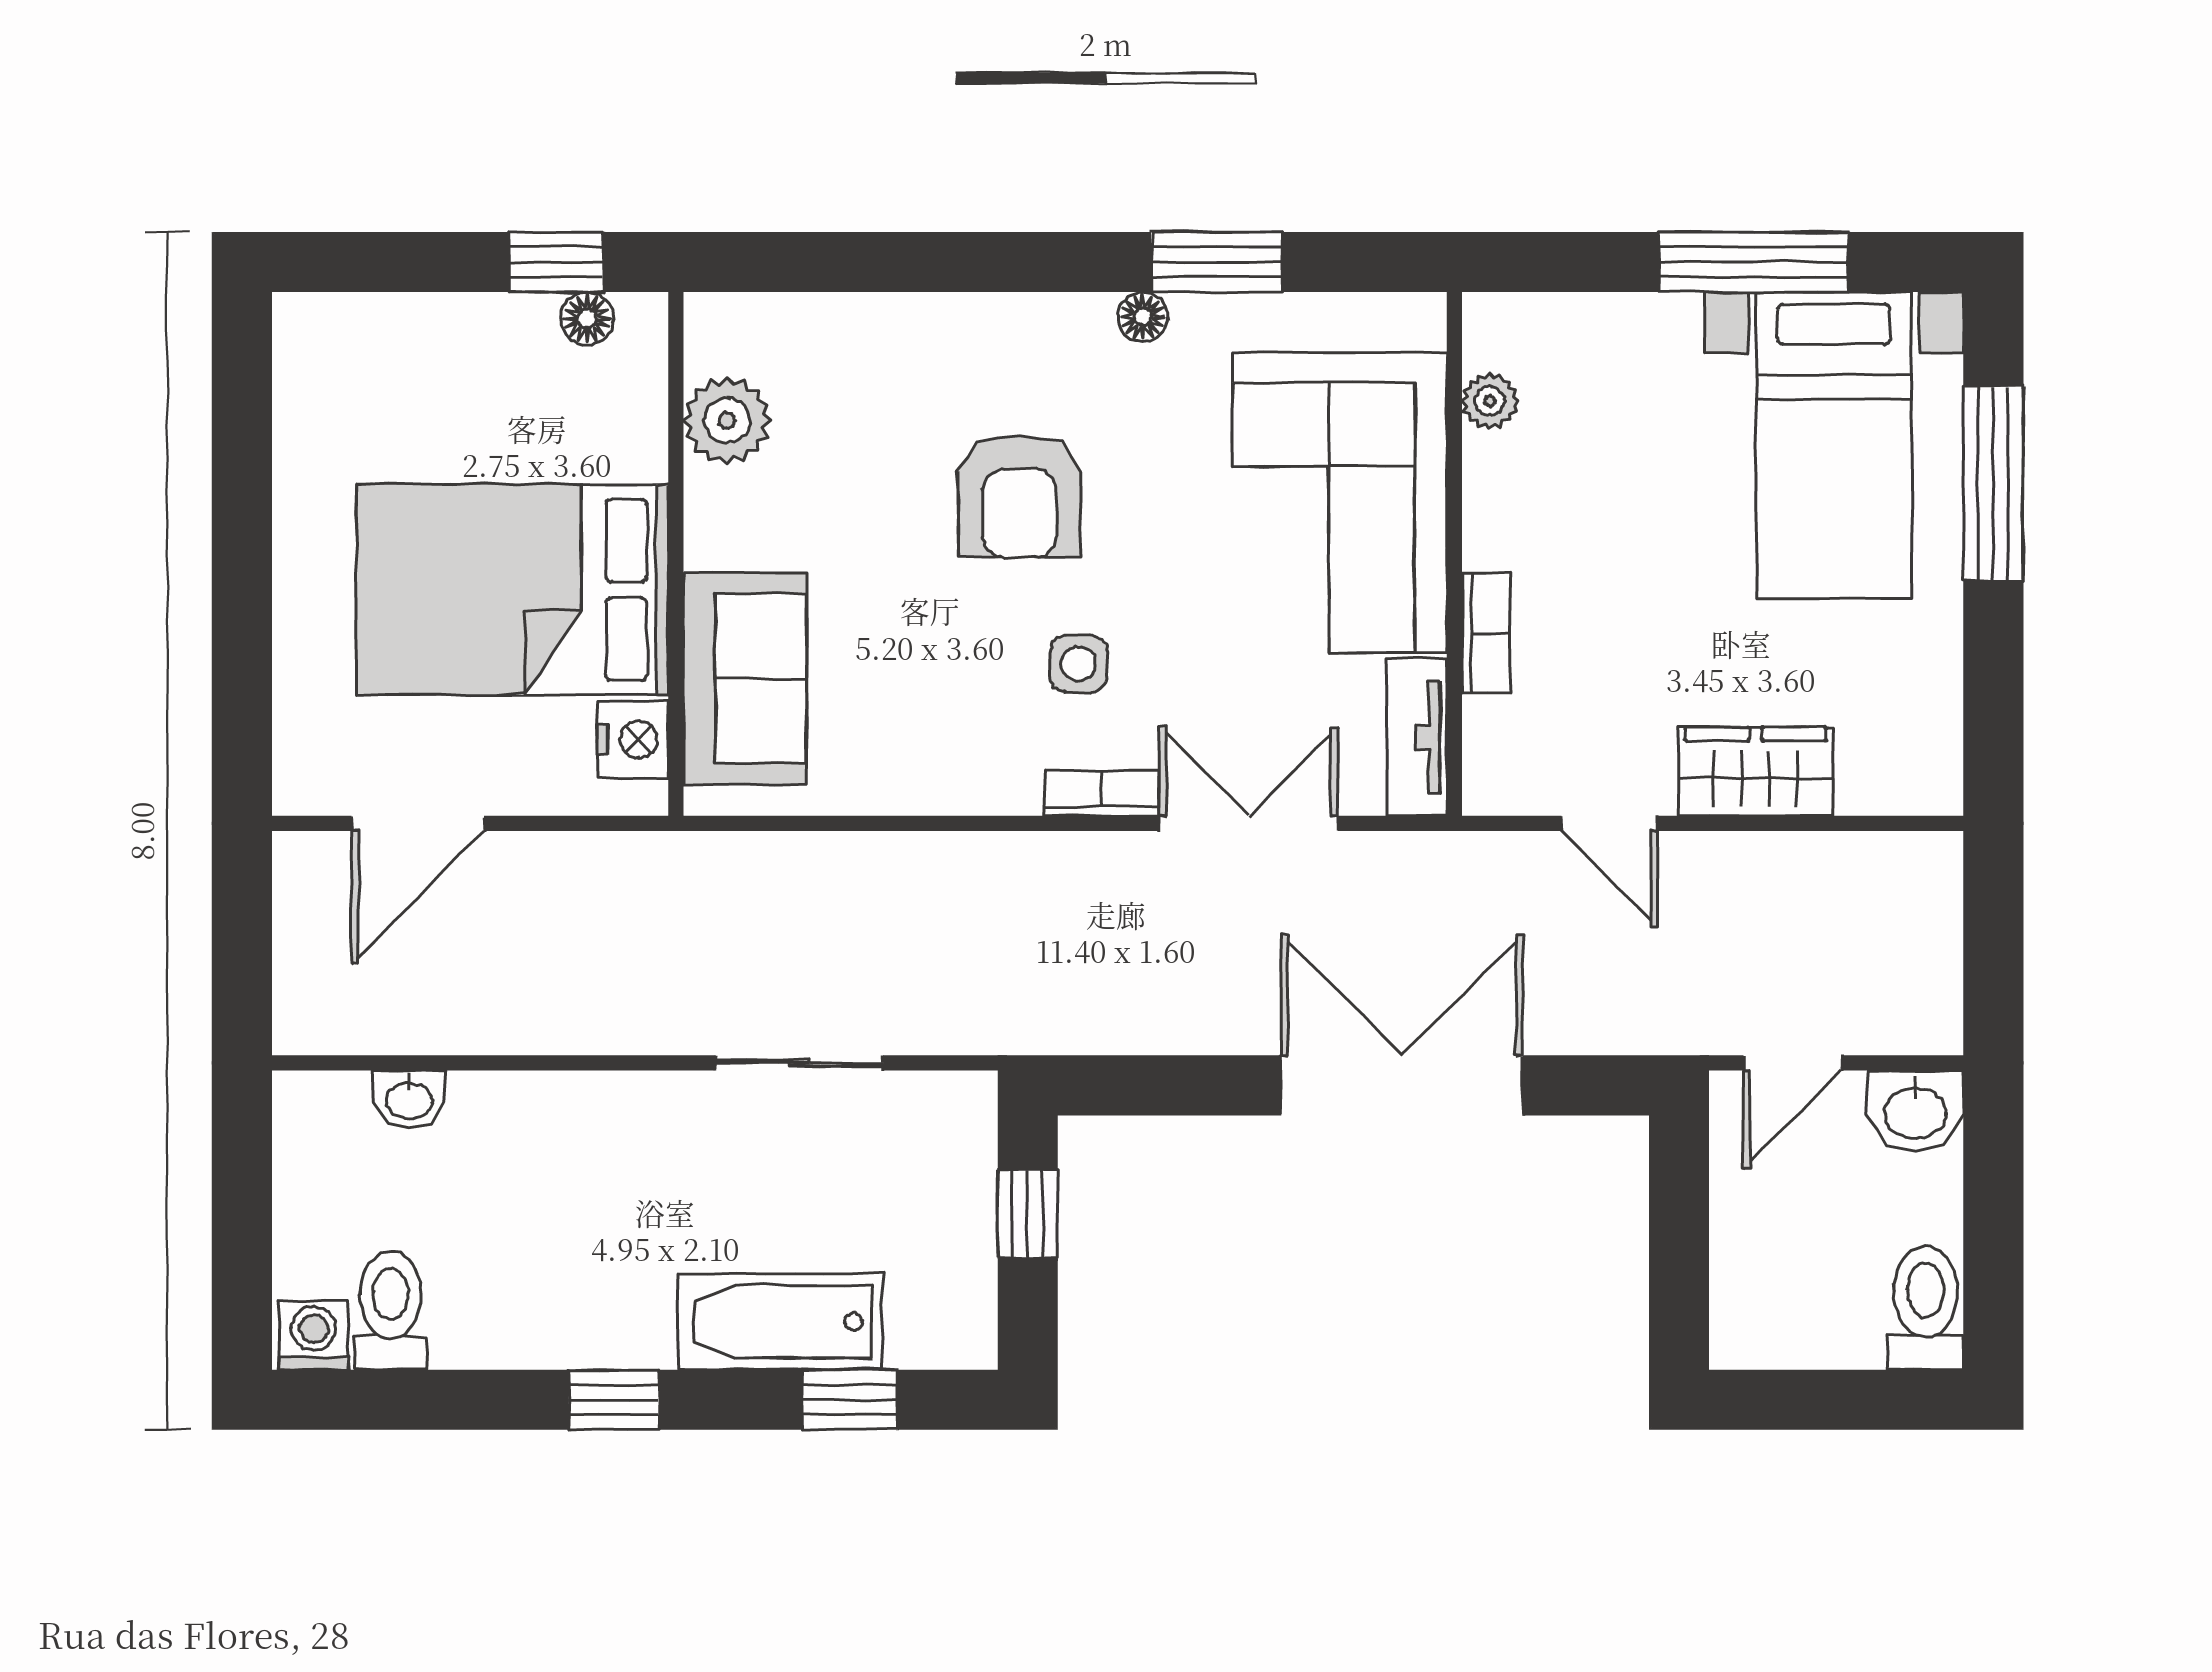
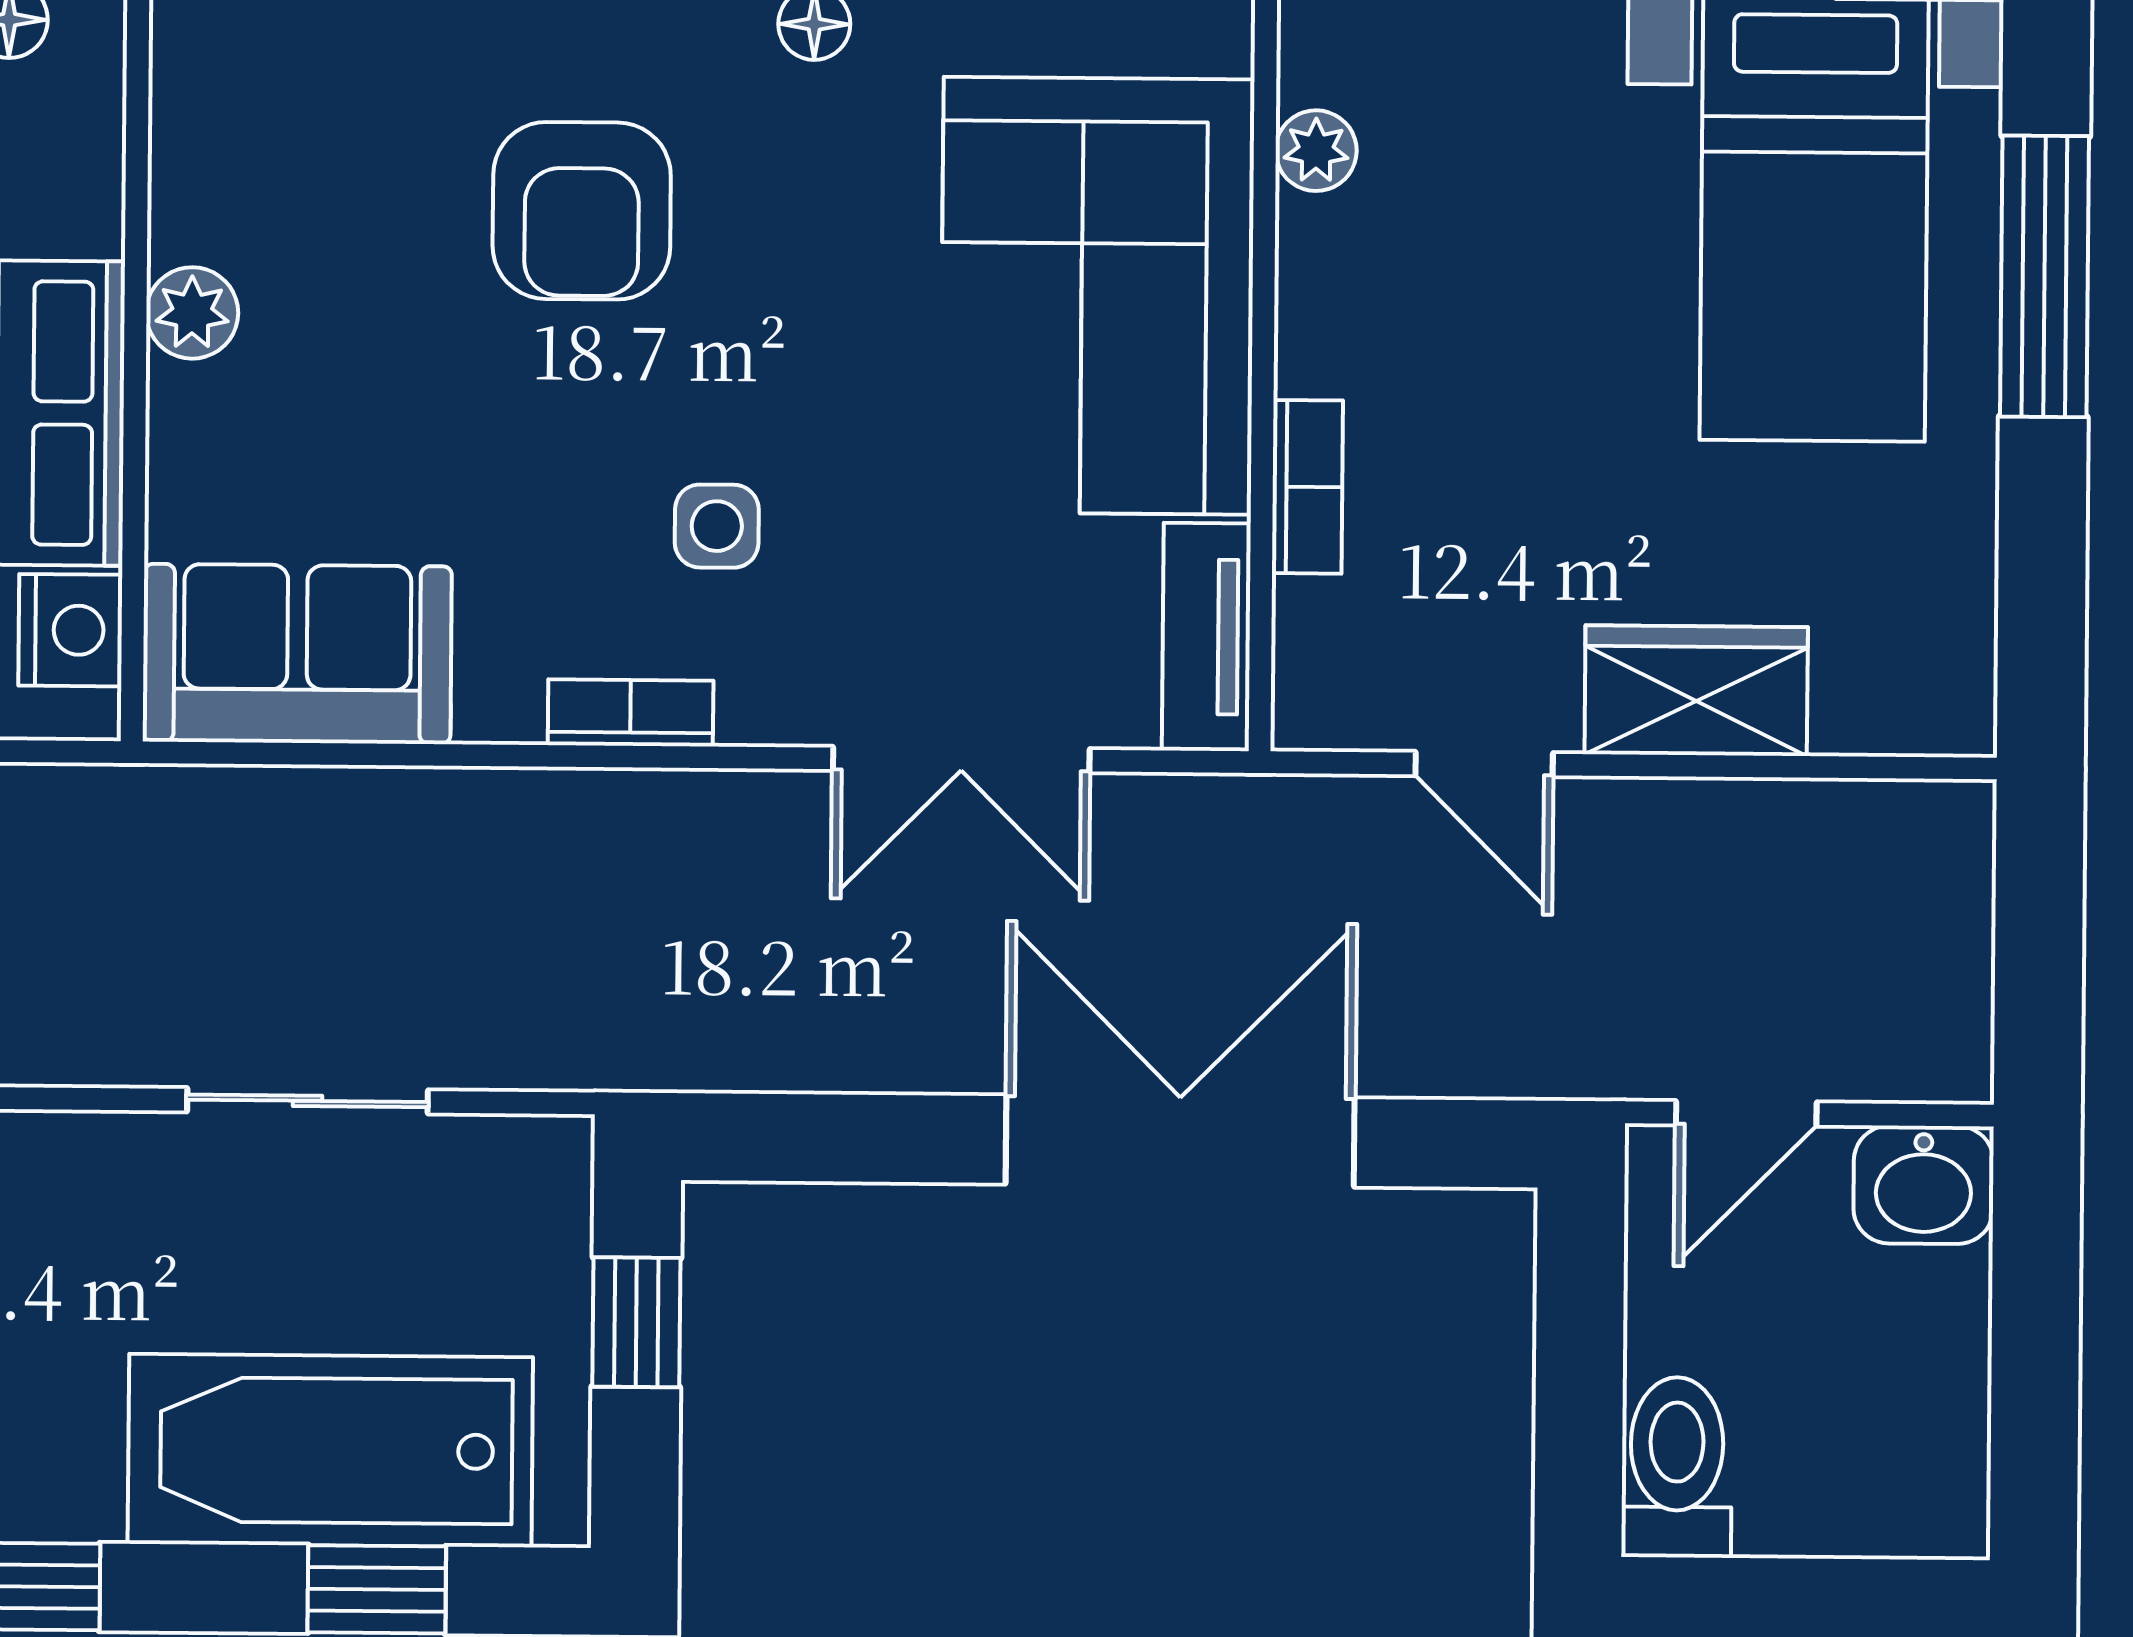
plant: (727, 421) -> (192, 313), moved, width x0.73, depth x0.73
armchair: (1020, 496) -> (582, 211), moved
sofa: (745, 678) -> (297, 654), moved, turned -90
bookcase: (1102, 793) -> (631, 713), moved
double door: (1249, 823) -> (961, 759), swing flipped
toilet: (1926, 1308) -> (1677, 1467), moved
bathtub: (780, 1322) -> (330, 1451), width x1.36, depth x1.36

